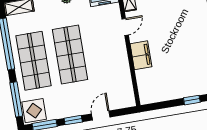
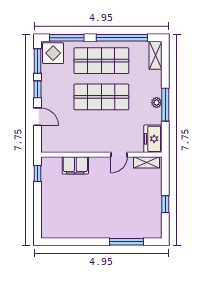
door: (125, 27) -> (119, 155), hinge flipped
filing cabinet: (141, 55) -> (75, 165), moved
window: (192, 100) -> (37, 174), moved

